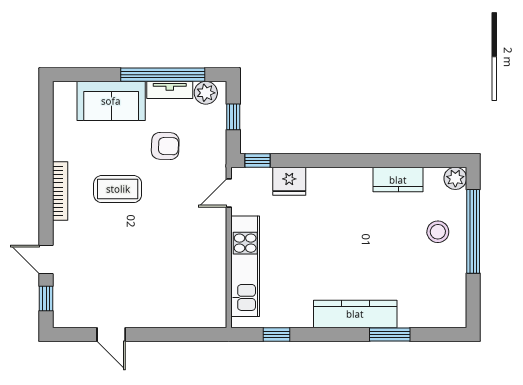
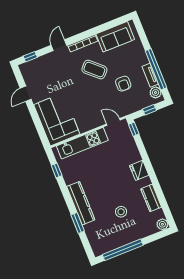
sofa: (111, 101) -> (115, 37), moved, turned -90
fridge: (289, 181) -> (139, 170), moved
coffee table: (118, 189) -> (94, 70), turned -47
window: (473, 231) -> (123, 250), moved
stool: (438, 232) -> (121, 212), moved
door: (46, 259) -> (59, 45), moved
corner sofa: (182, 296) -> (57, 119), added

